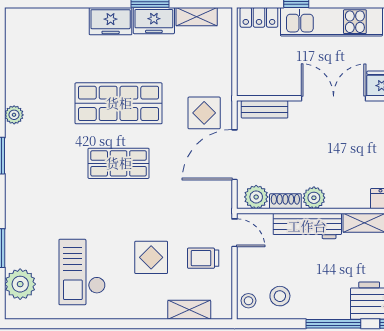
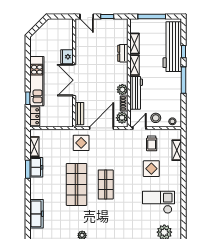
freezer: (111, 21) -> (37, 214), moved, width x1.40
door: (234, 155) -> (101, 128), swing flipped
checkout: (82, 272) -> (158, 202), turned 180
stool: (280, 296) -> (156, 118), moved

